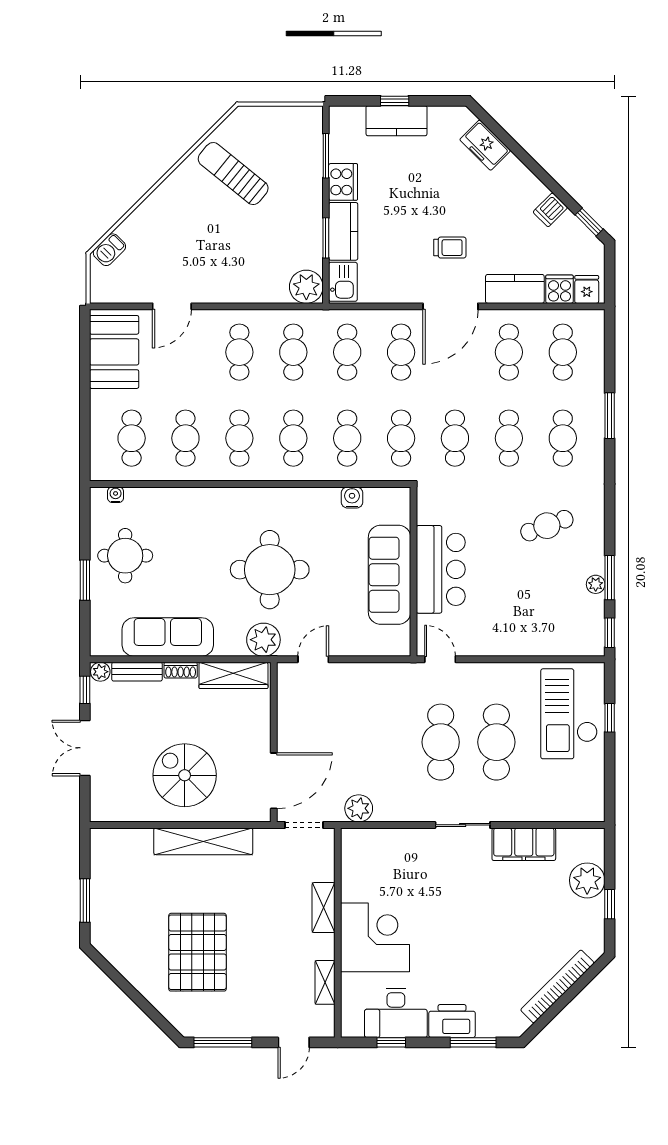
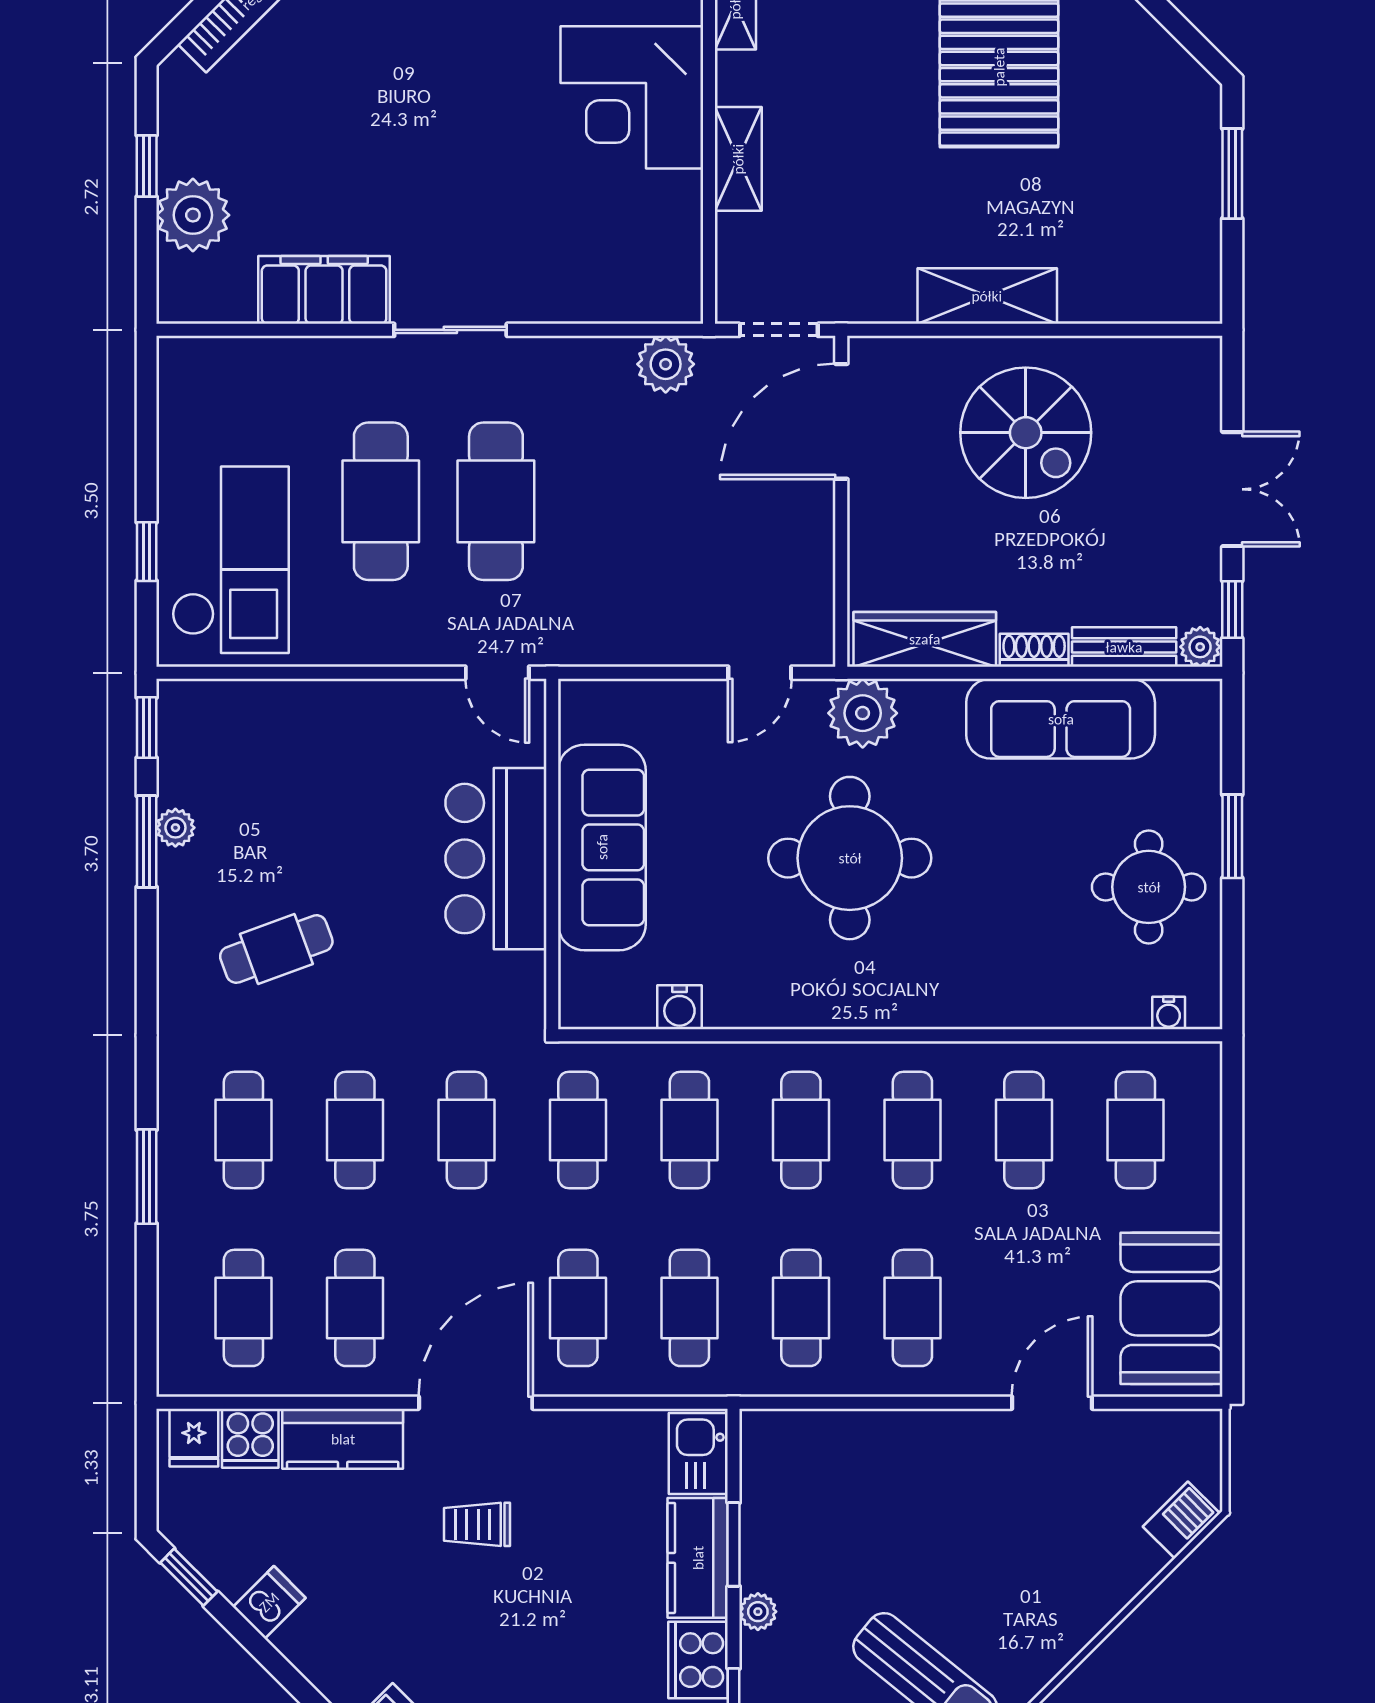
plant: (306, 287) -> (758, 1612), moved, width x0.53, depth x0.53
shelving: (203, 841) -> (987, 296), width x0.68

